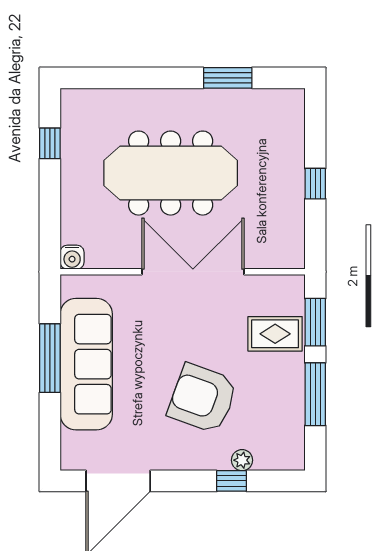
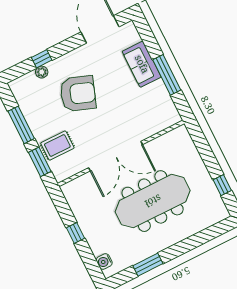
water cooler: (72, 257) -> (104, 262), moved, turned -90
sofa: (86, 364) -> (142, 64), width x0.54, depth x0.79

